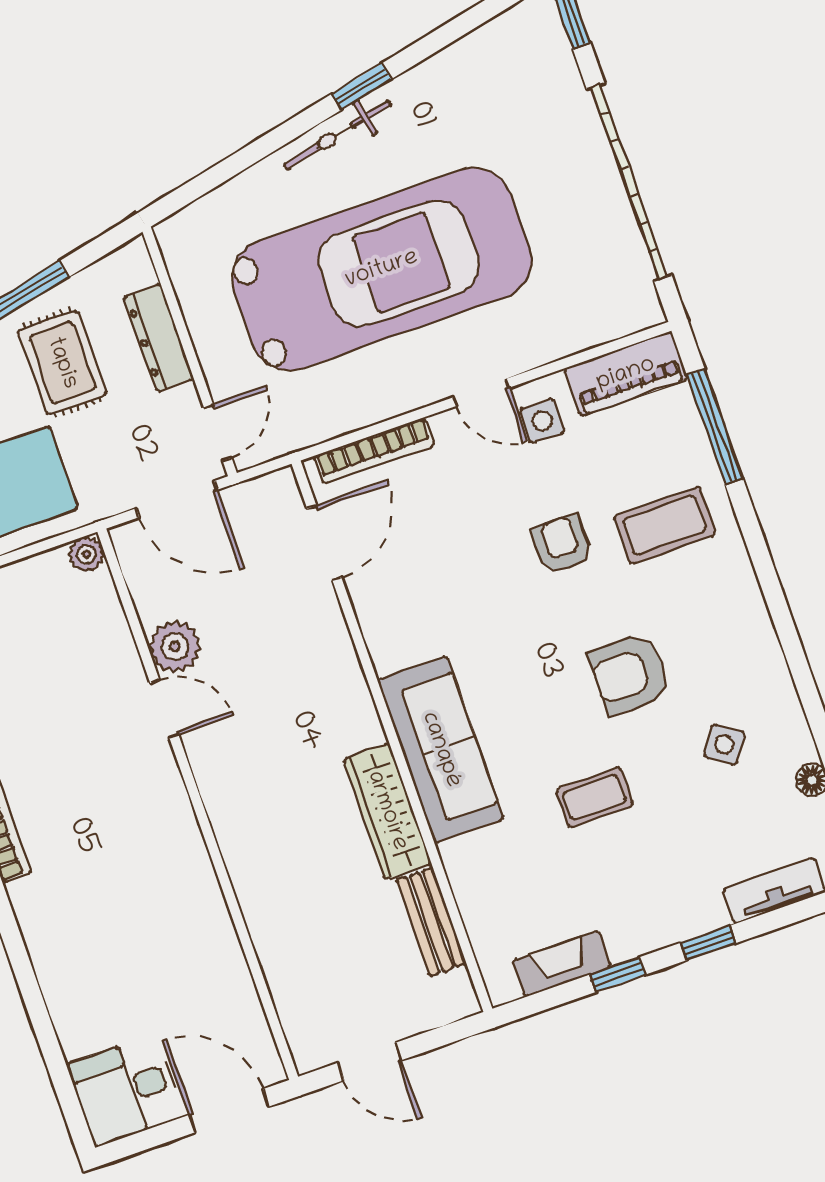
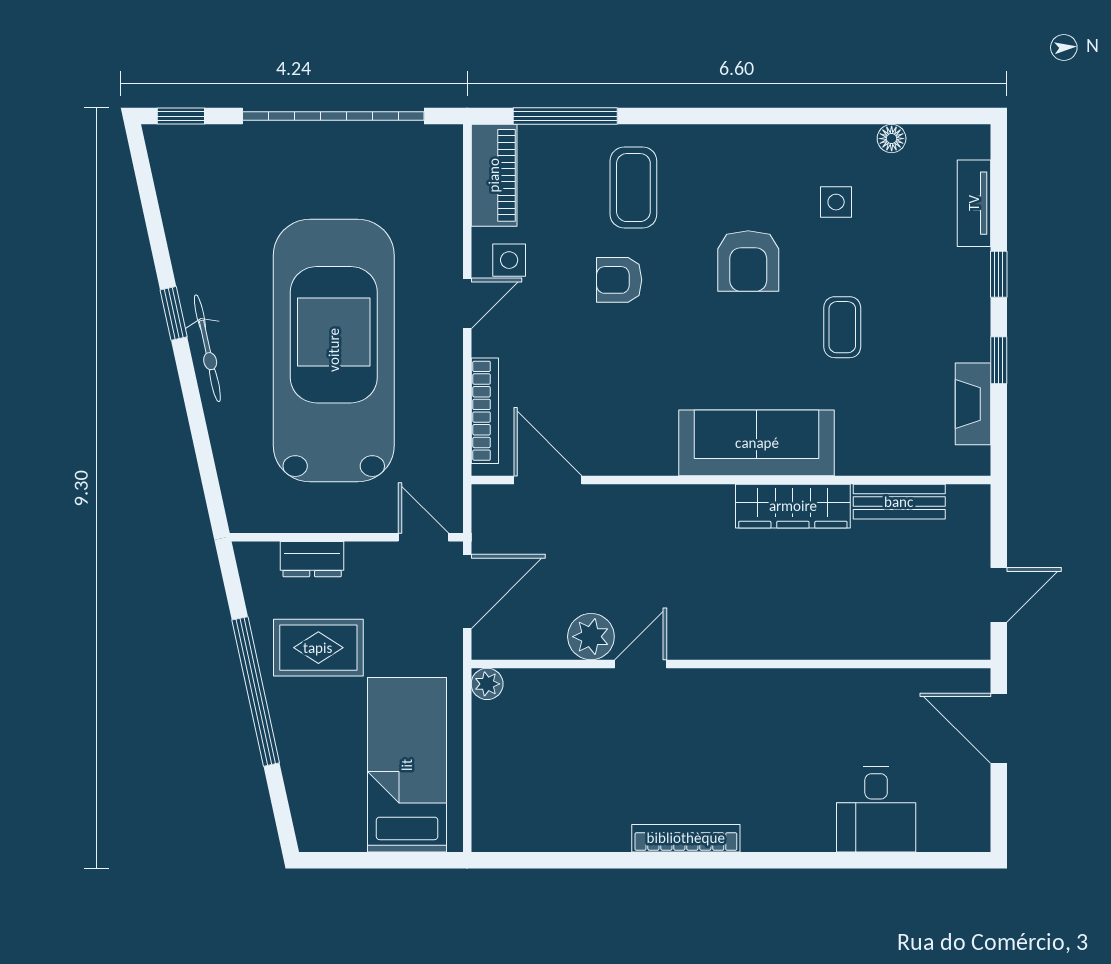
dresser: (159, 338) -> (312, 559), width x0.70
side table: (724, 744) -> (836, 202), turned -35
desk: (126, 1090) -> (876, 809), moved
door: (229, 1111) -> (999, 728), hinge flipped

